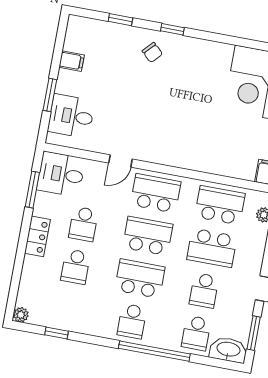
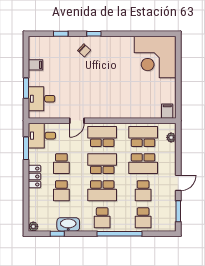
school desk: (140, 279) -> (102, 191), turned 180
washbasin: (228, 350) -> (68, 224), moved

